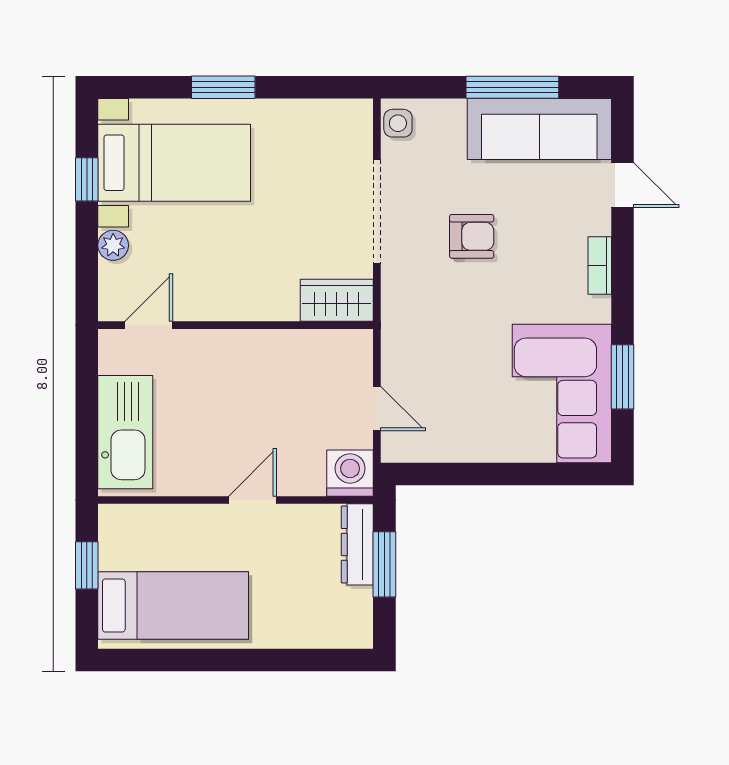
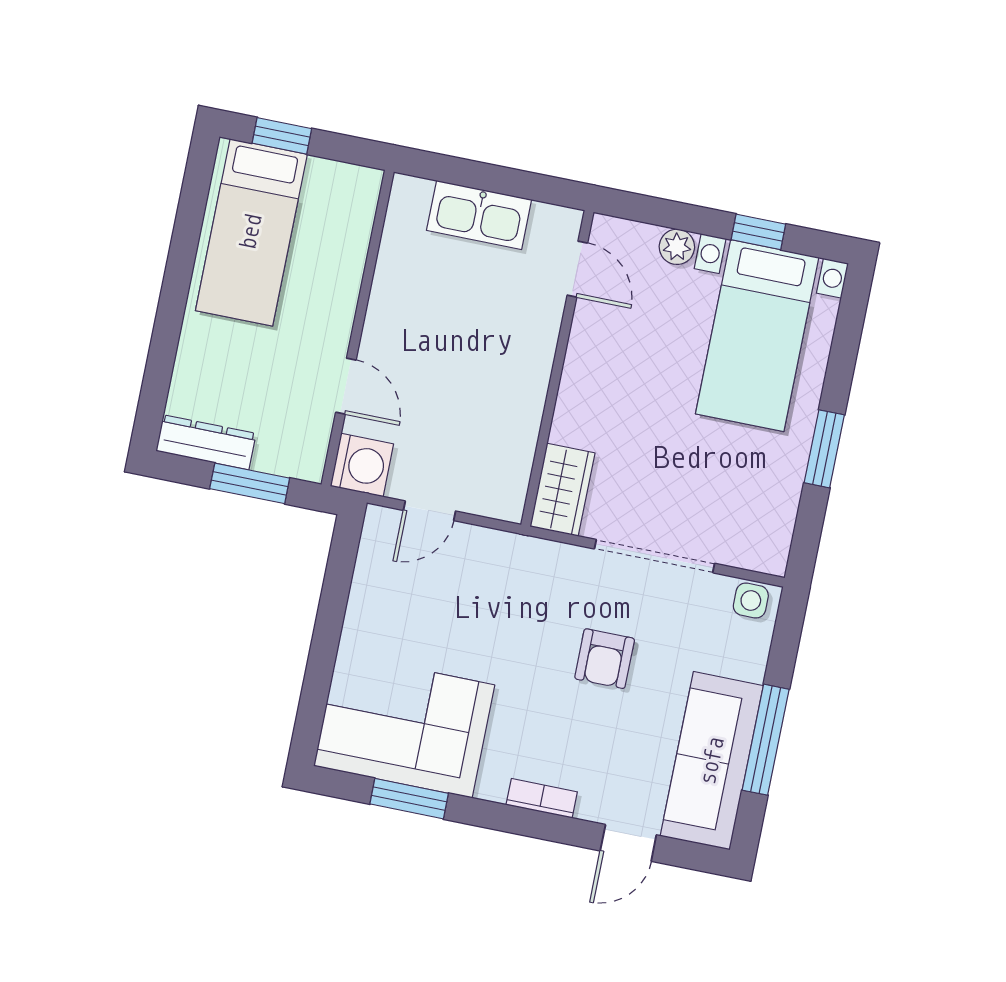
window: (223, 87) -> (824, 449), moved
kitchen sink: (125, 432) -> (479, 215), width x0.73, depth x0.81
door: (252, 500) -> (346, 386), moved
dresser: (357, 544) -> (206, 442), moved
window: (87, 565) -> (282, 136), moved

